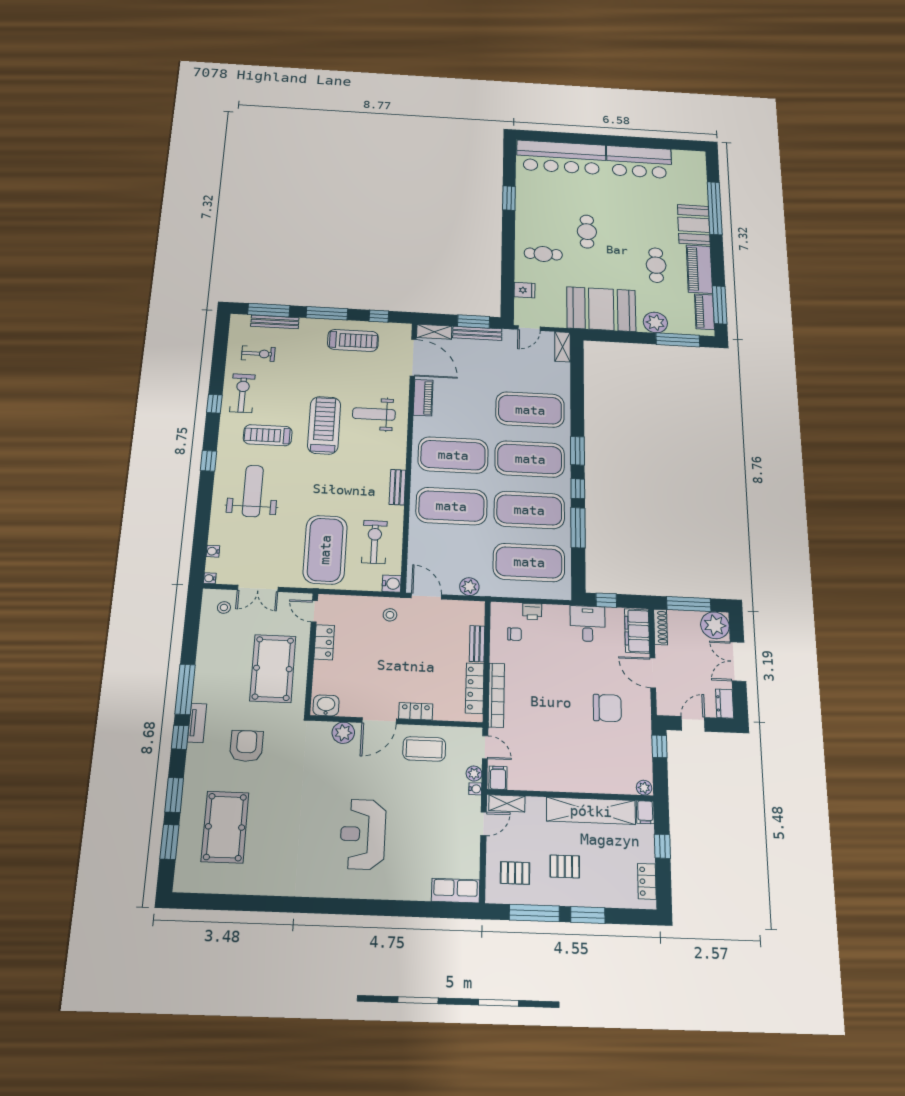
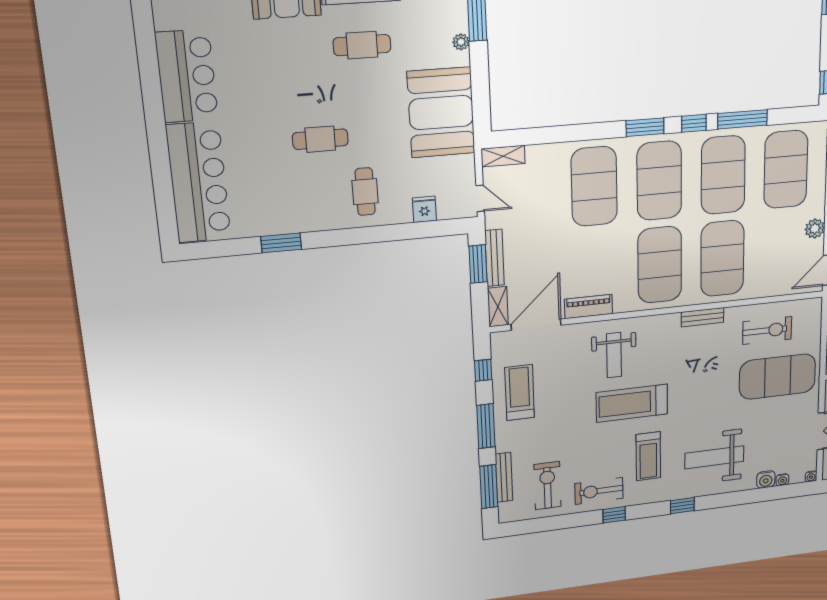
plant: (655, 323) -> (461, 42), width x0.53, depth x0.53
exercise bike: (258, 354) -> (547, 486), width x1.38, depth x1.39
exercise bike: (374, 542) -> (767, 330), turned 180
water cooler: (392, 584) -> (766, 479), moved, turned 180

